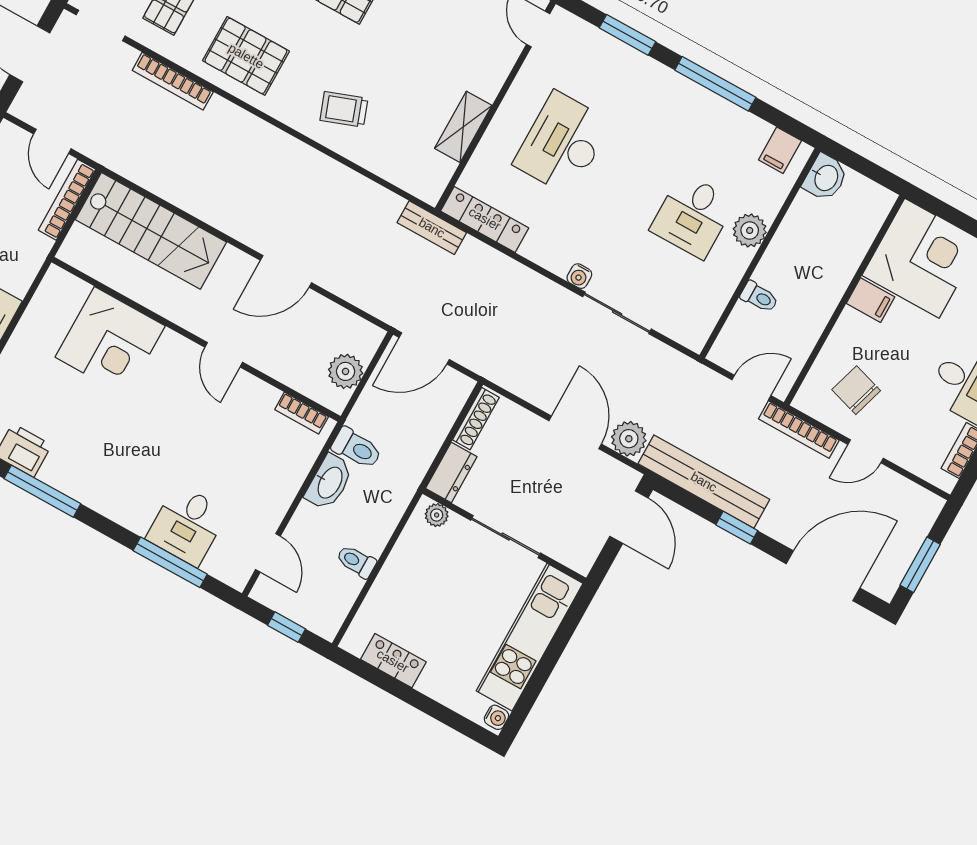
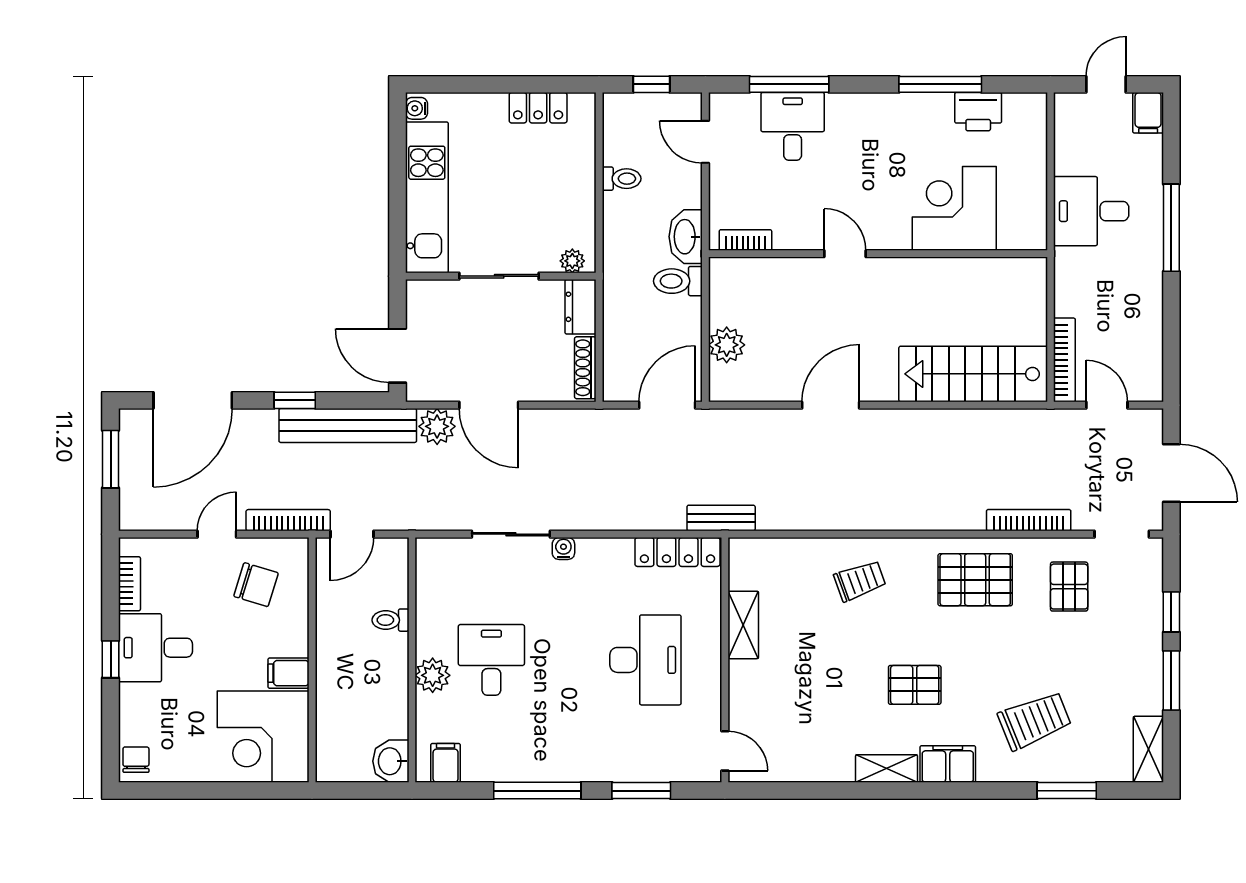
wall: (196, 339) -> (878, 254), moved
corner desk: (110, 341) -> (954, 208), moved
door: (224, 355) -> (845, 254), moved
bookcase: (302, 413) -> (745, 240), moved

